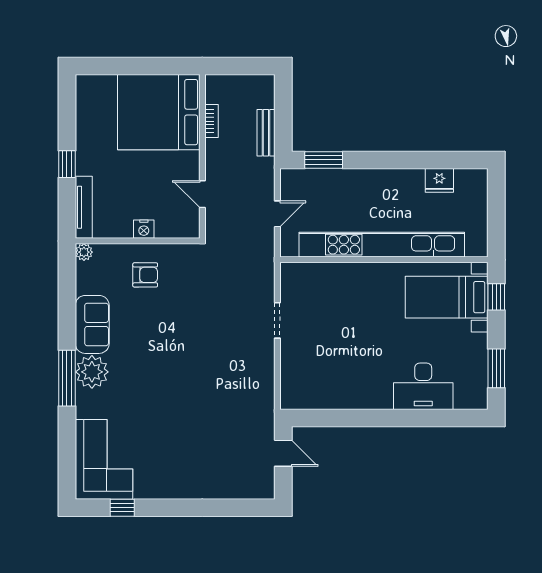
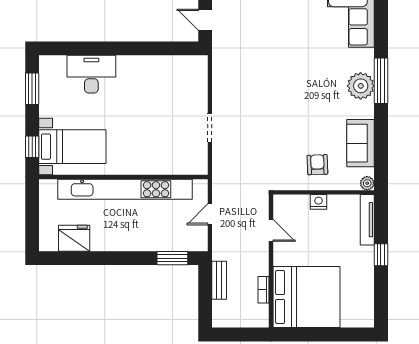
fridge: (439, 180) -> (74, 238), width x1.36, depth x1.34
armchair: (145, 275) -> (317, 165), turned 88
sofa: (92, 324) -> (361, 143), moved

